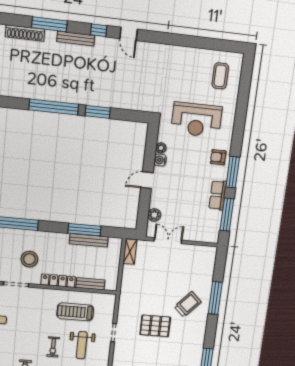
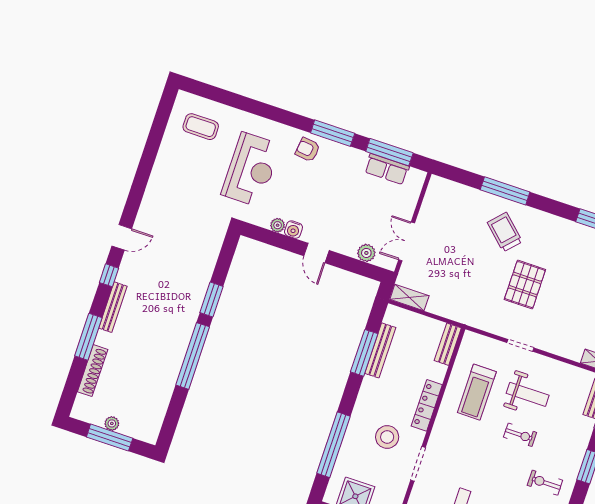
armchair: (218, 157) -> (308, 150), turned 97
row of seats: (218, 195) -> (387, 169), moved
bench: (90, 284) -> (448, 344), moved

